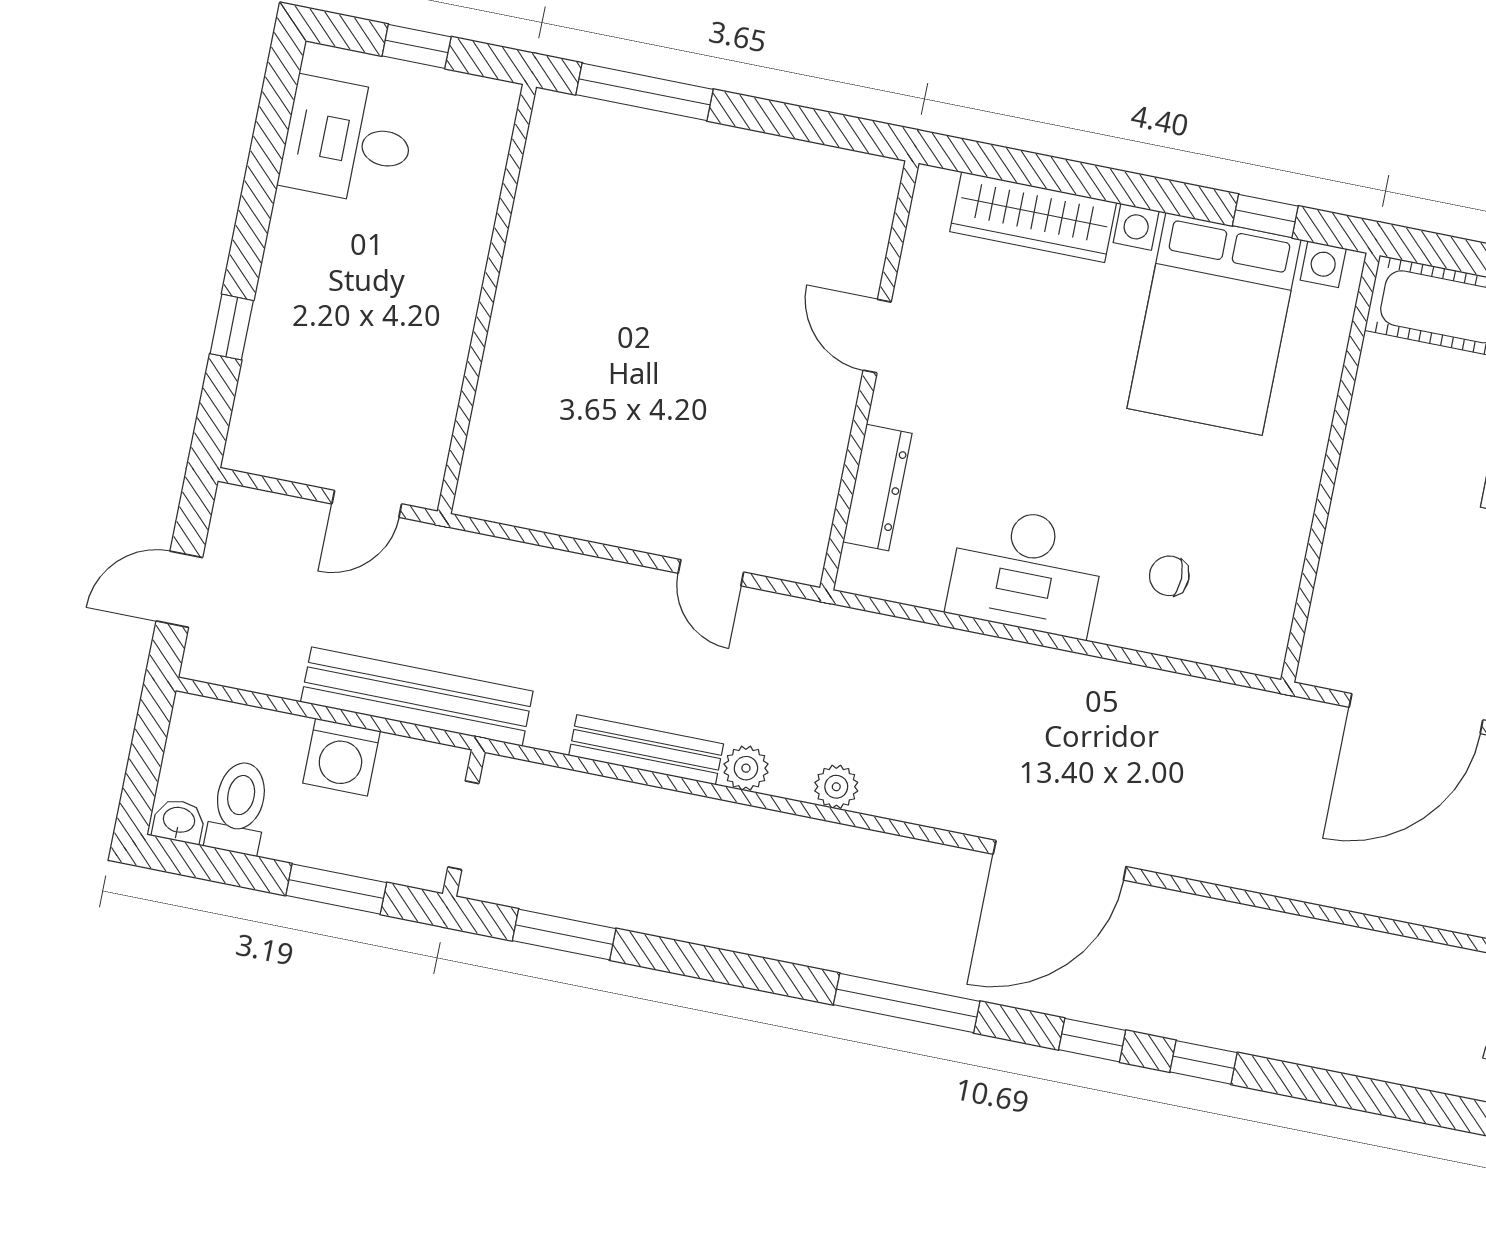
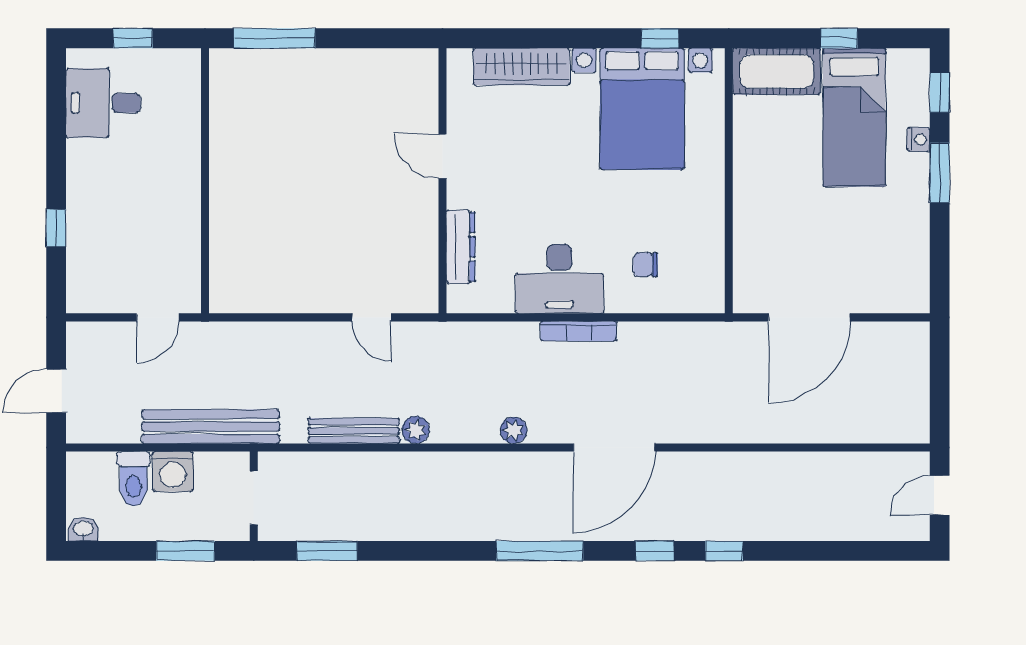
bookcase: (1040, 661) -> (578, 331), added
plant: (836, 787) -> (514, 430), moved
toilet: (239, 807) -> (134, 479), moved, turned 180

